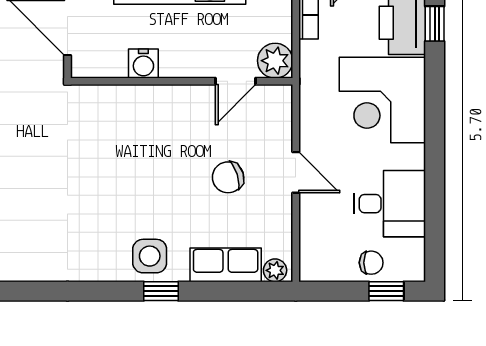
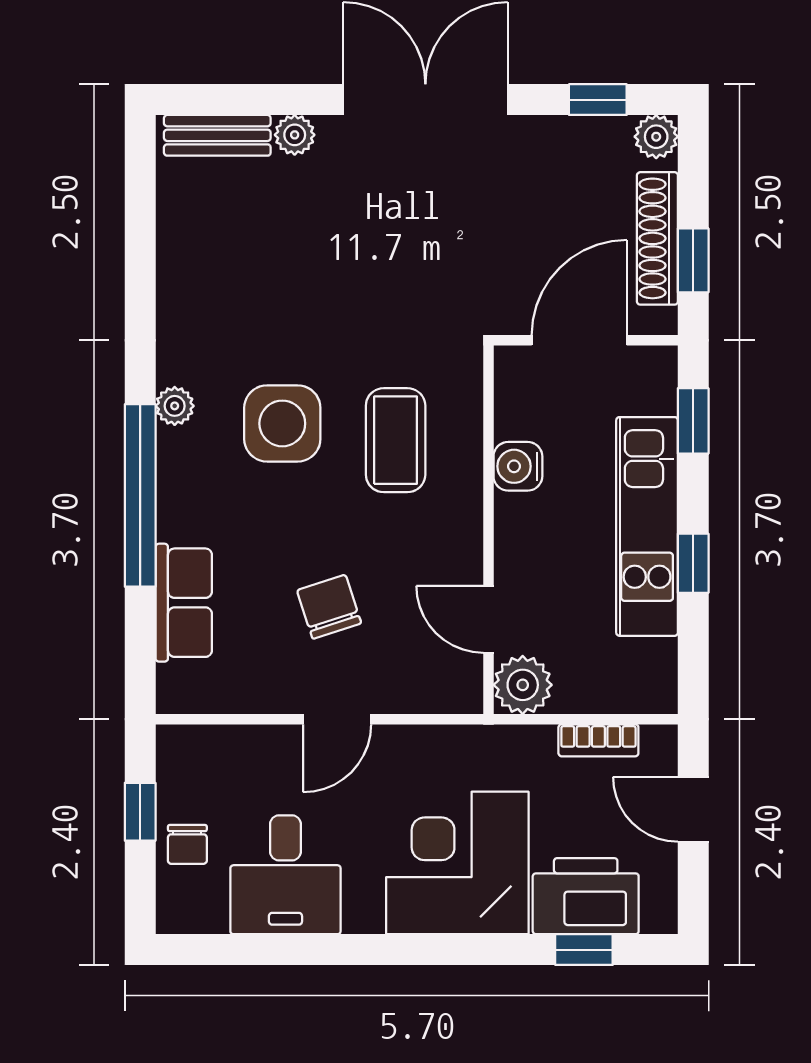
coffee table: (128, 137) -> (396, 440), added
side table: (150, 256) -> (282, 423), moved, width x1.37, depth x1.37
plant: (275, 270) -> (175, 406), moved
window: (161, 291) -> (140, 495), width x3.17
window: (386, 291) -> (140, 812), moved

